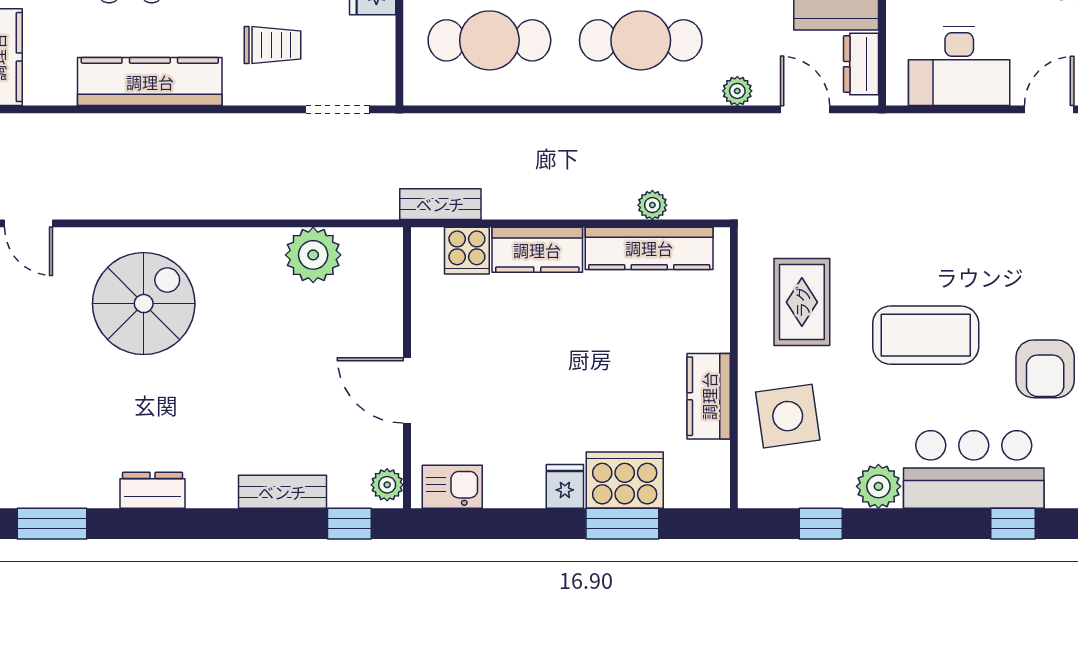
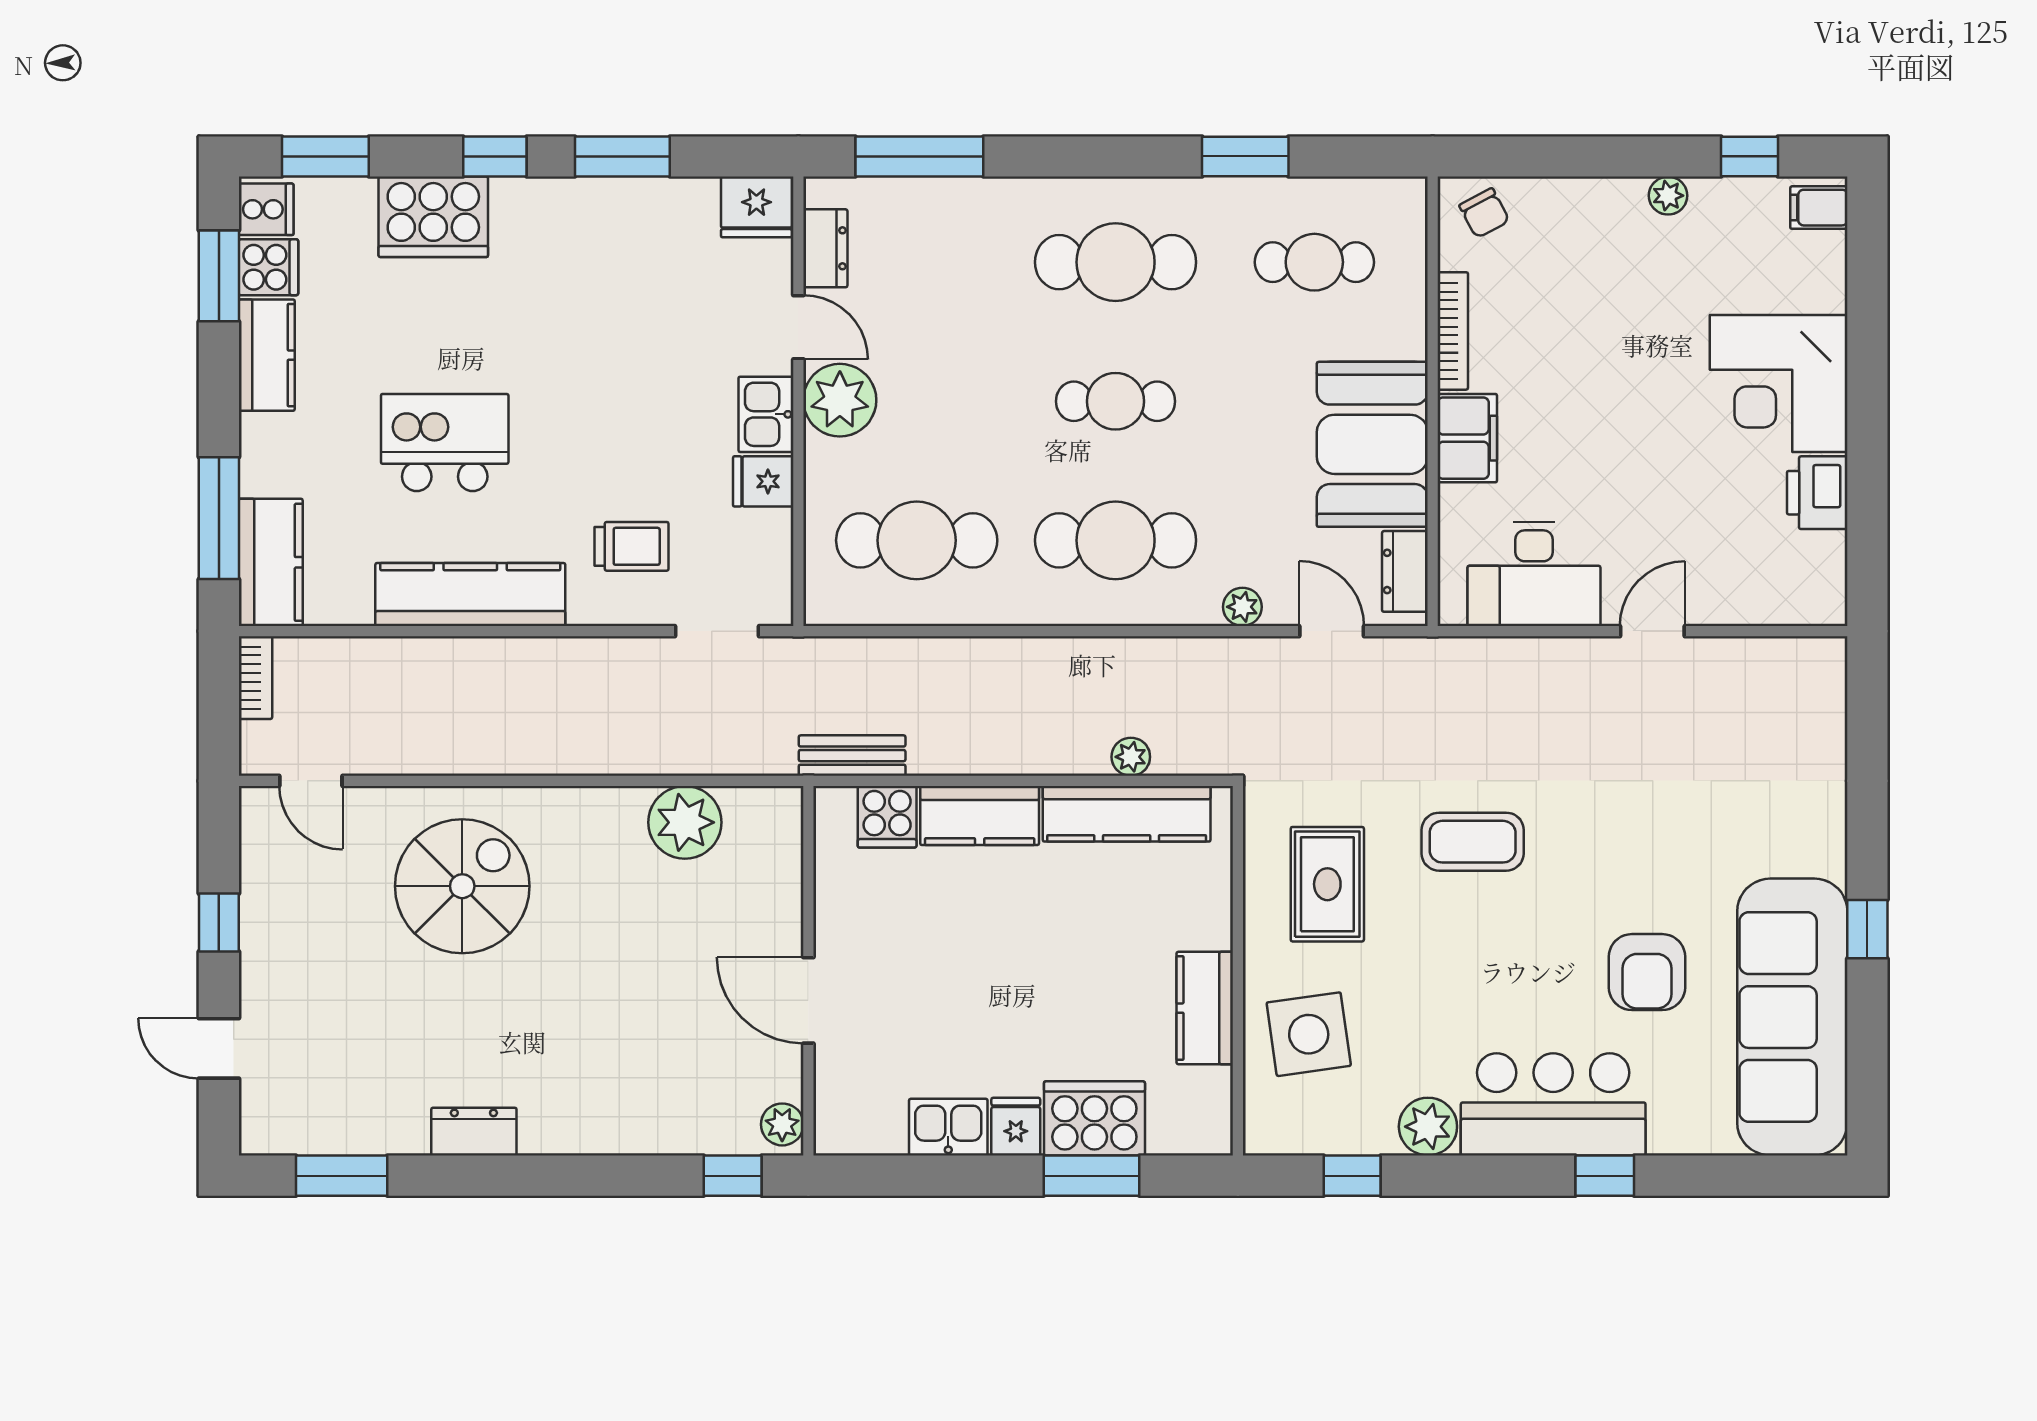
coffee table: (926, 335) -> (1473, 842), moved, width x0.73, depth x0.76
kitchen sink: (452, 487) -> (948, 1127), moved
bench: (282, 492) -> (645, 1134), removed

